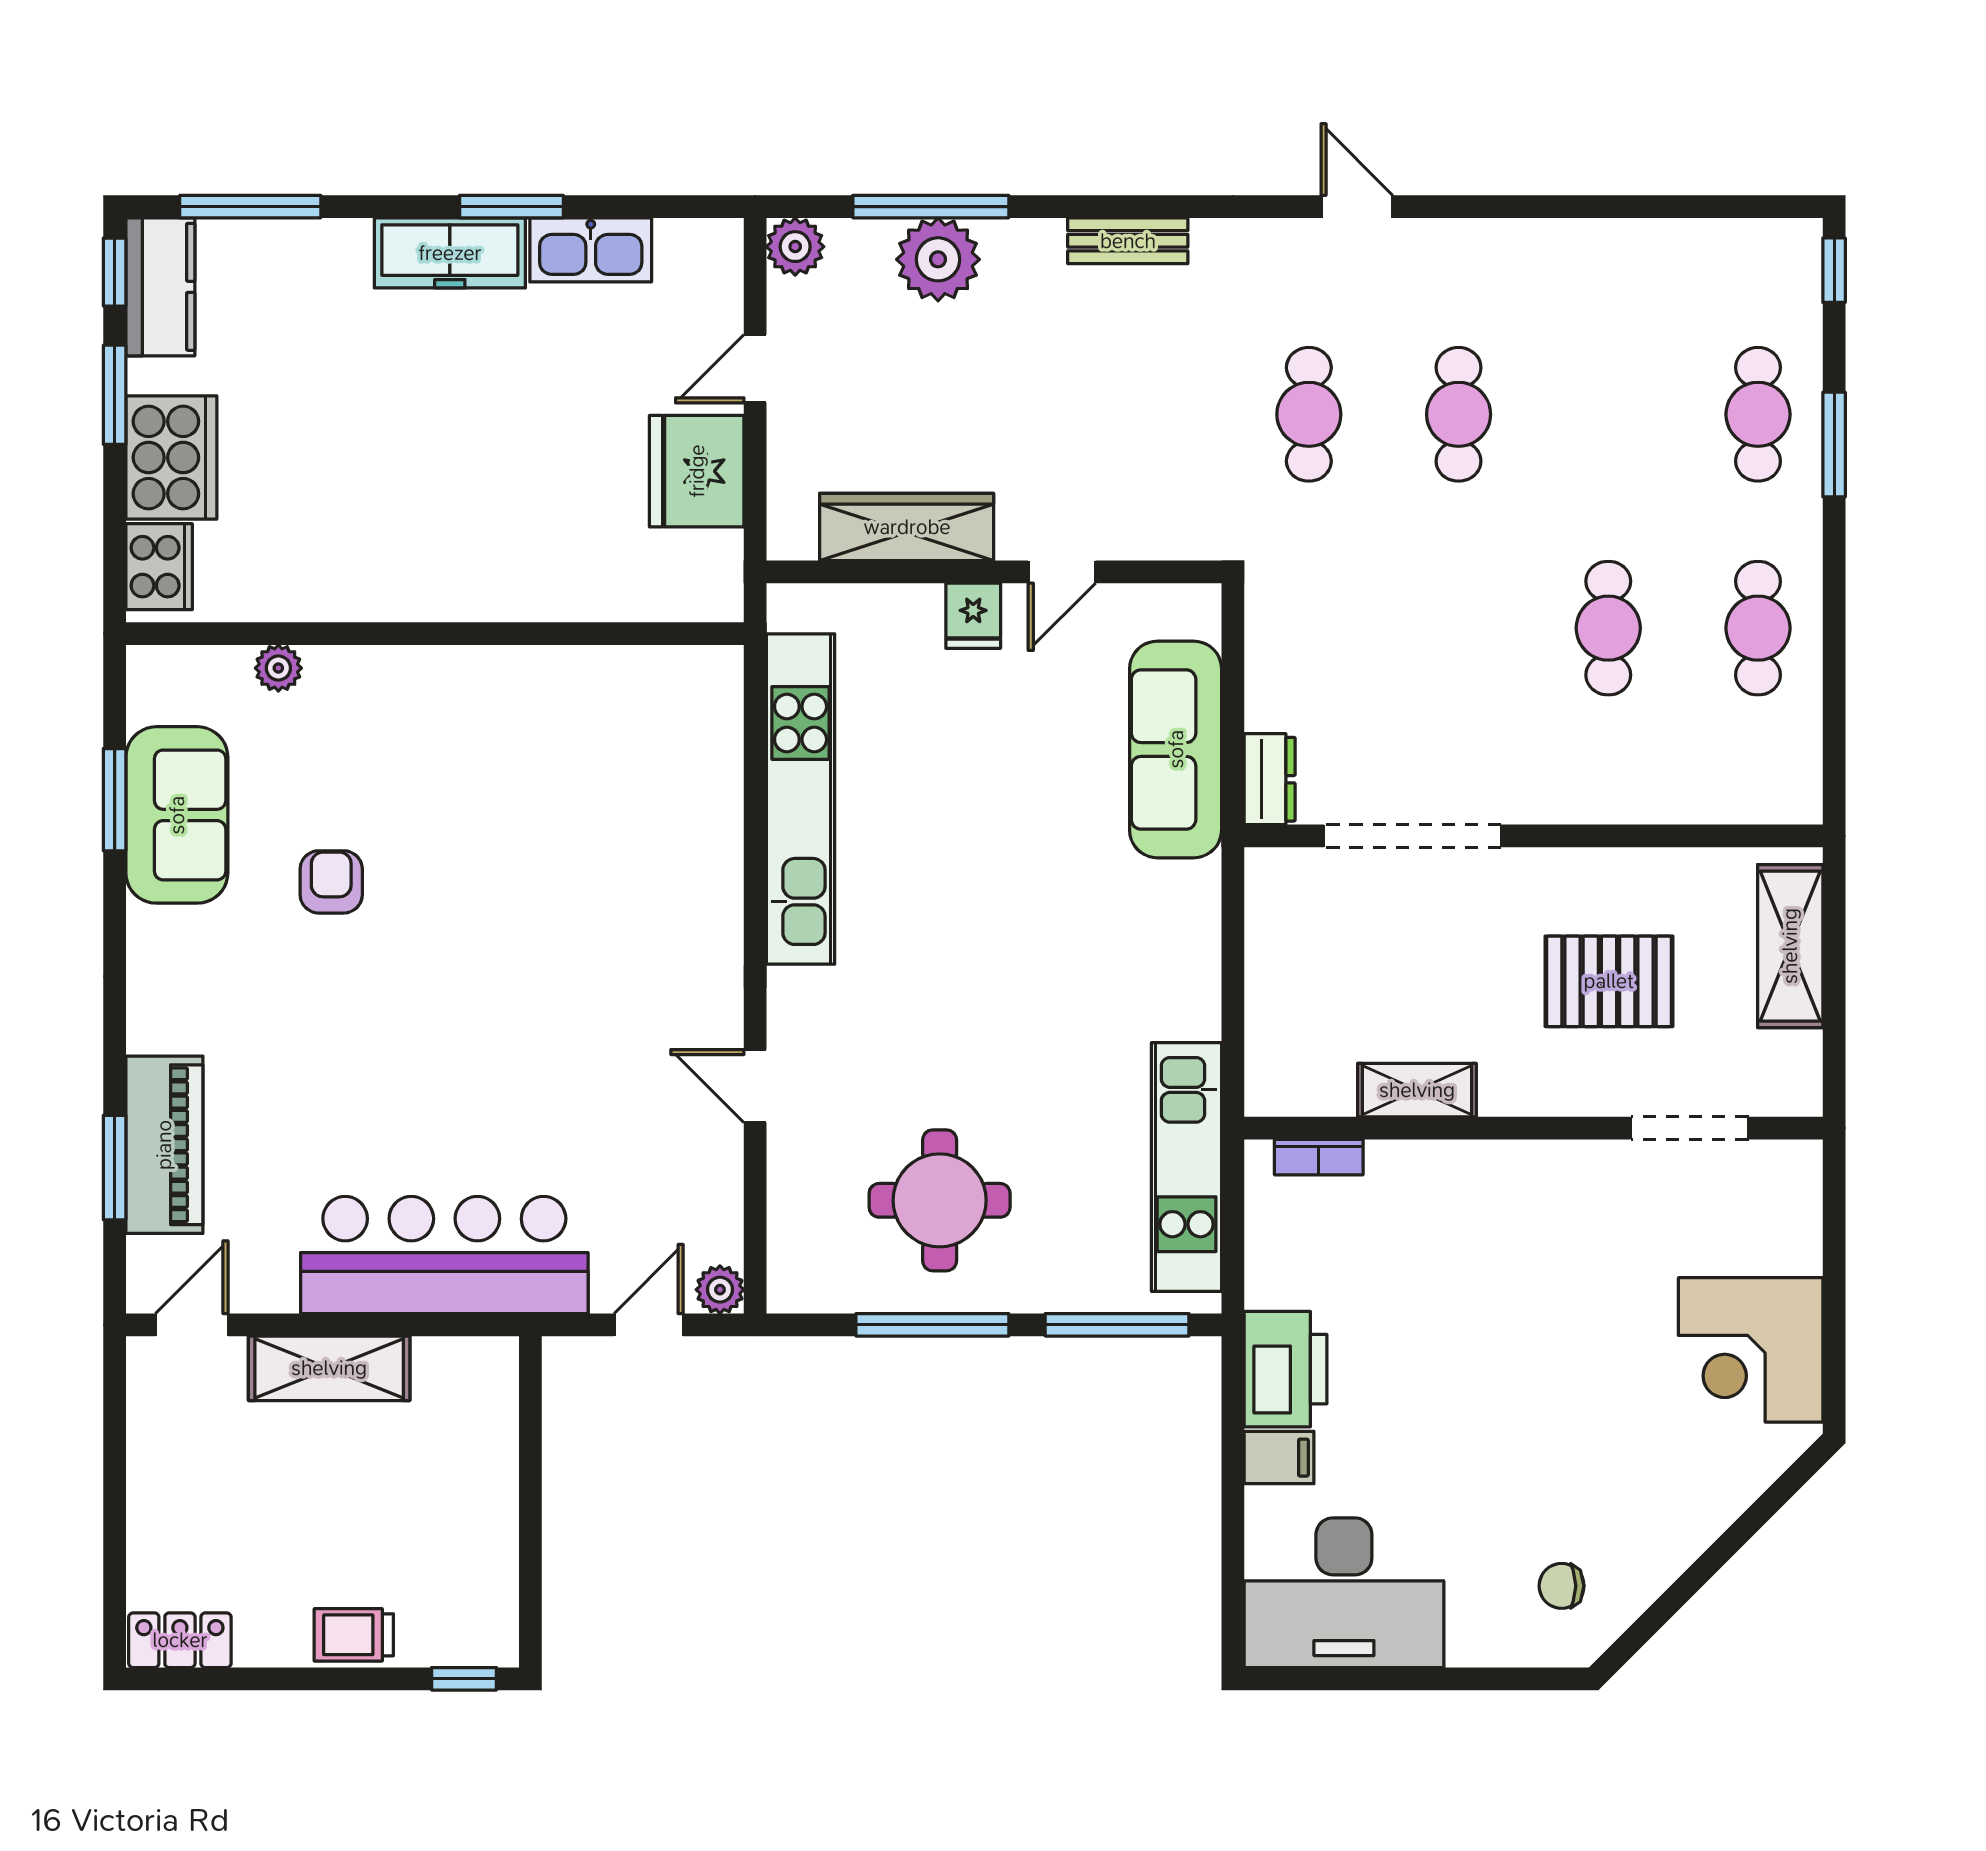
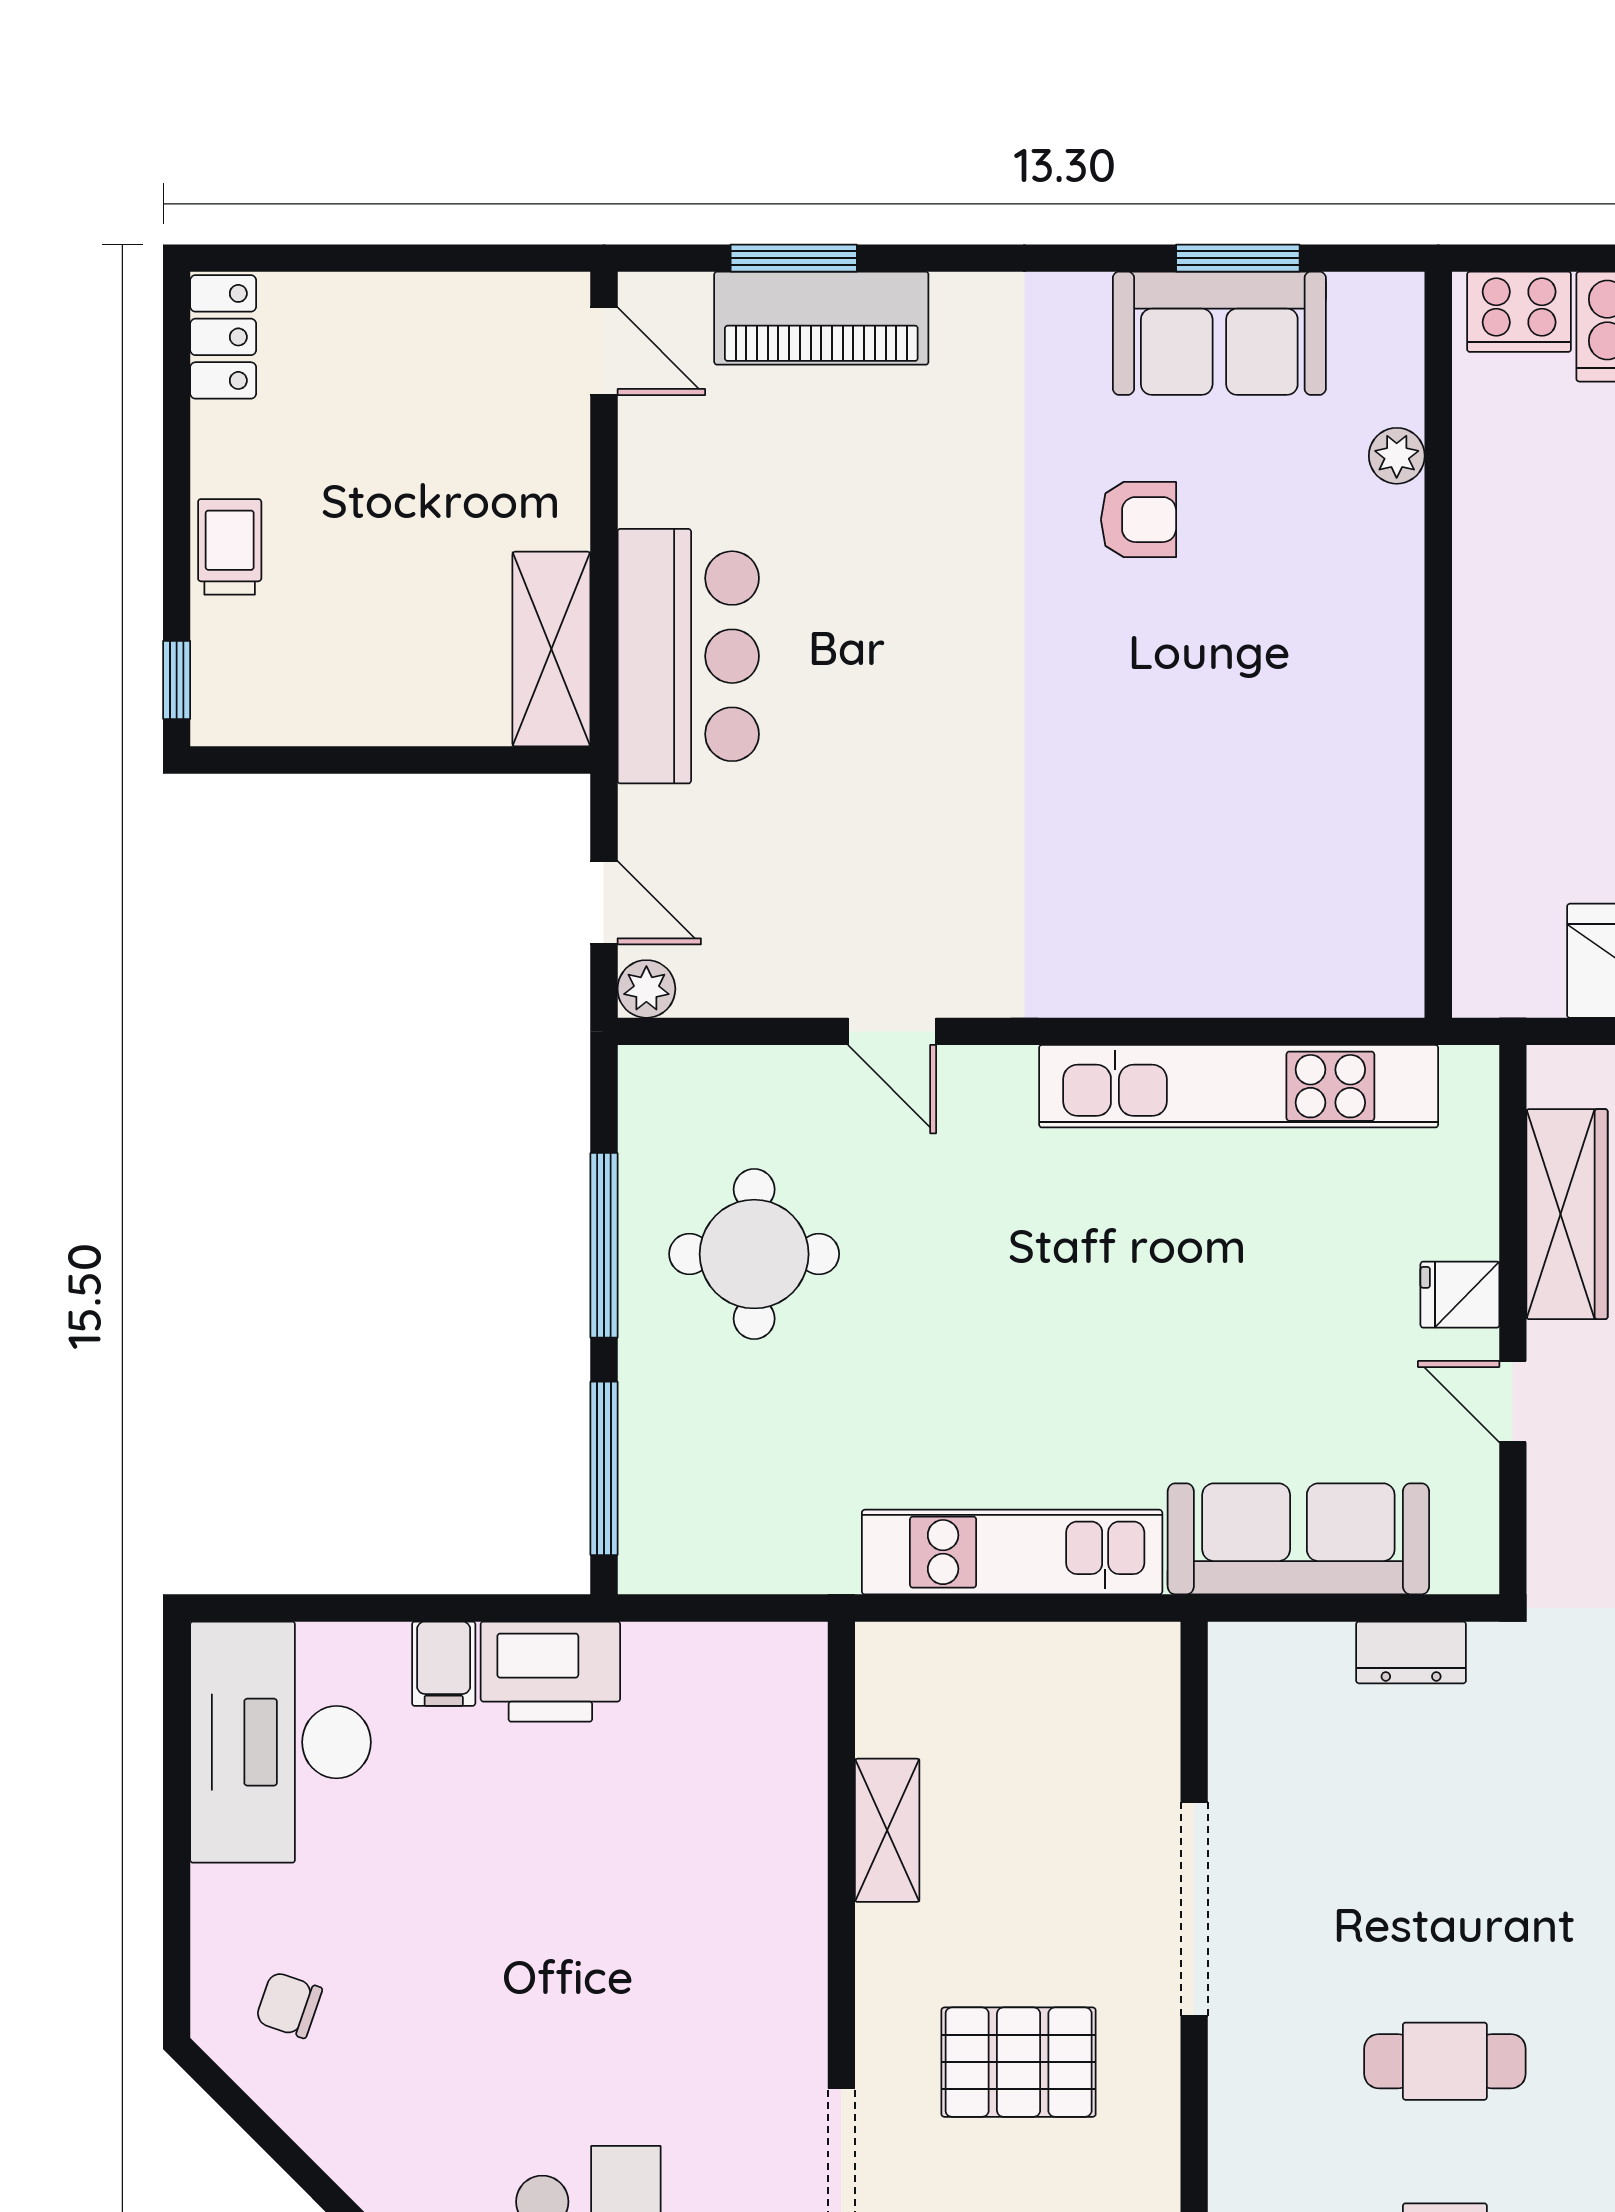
dresser: (1270, 779) -> (1411, 1652), moved
doorway: (1412, 836) -> (1194, 1909), moved
pallet: (1609, 981) -> (1019, 2062), turned 90
door: (755, 1086) -> (892, 1031), swing flipped
bookcase: (1319, 1157) -> (806, 1712), removed
kitchen unit: (1186, 1167) -> (1012, 1552), moved
bar counter: (444, 1255) -> (688, 656), width x0.73
shelving: (329, 1368) -> (551, 649), moved
chair: (1562, 1586) -> (289, 2005), turned -71

